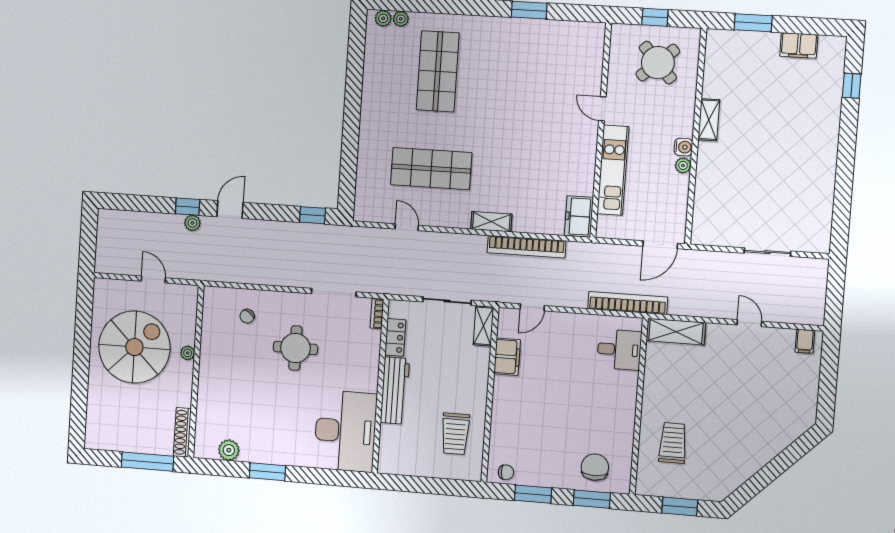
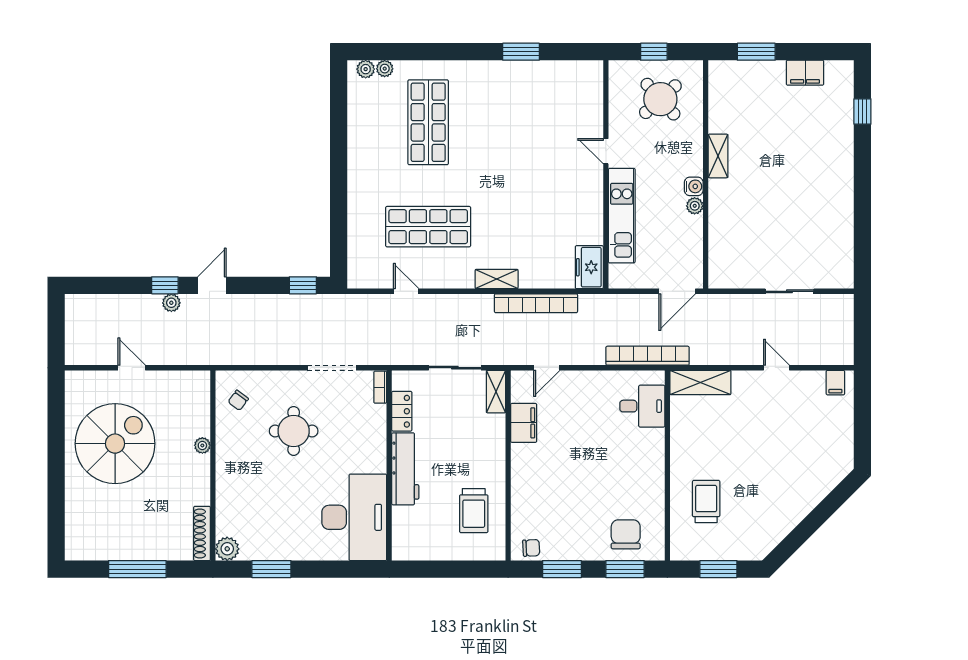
plant: (188, 353) -> (202, 445), moved
wall: (196, 372) -> (213, 465), moved
shoe rack: (182, 432) -> (202, 533), moved

